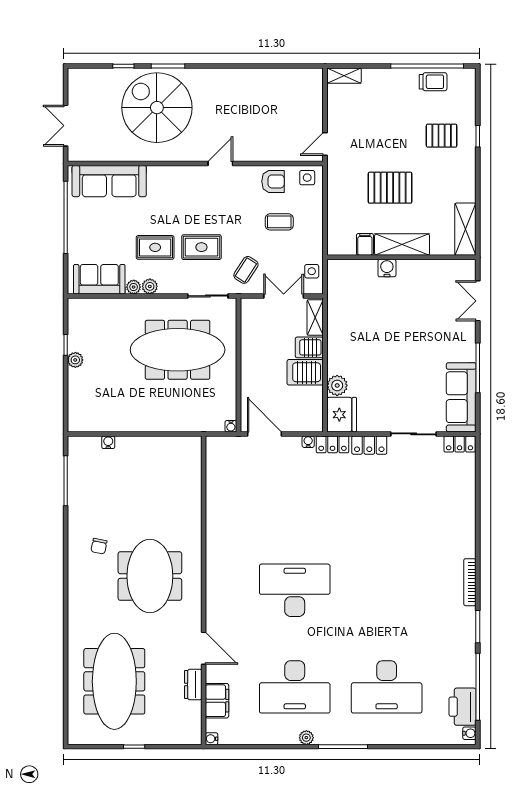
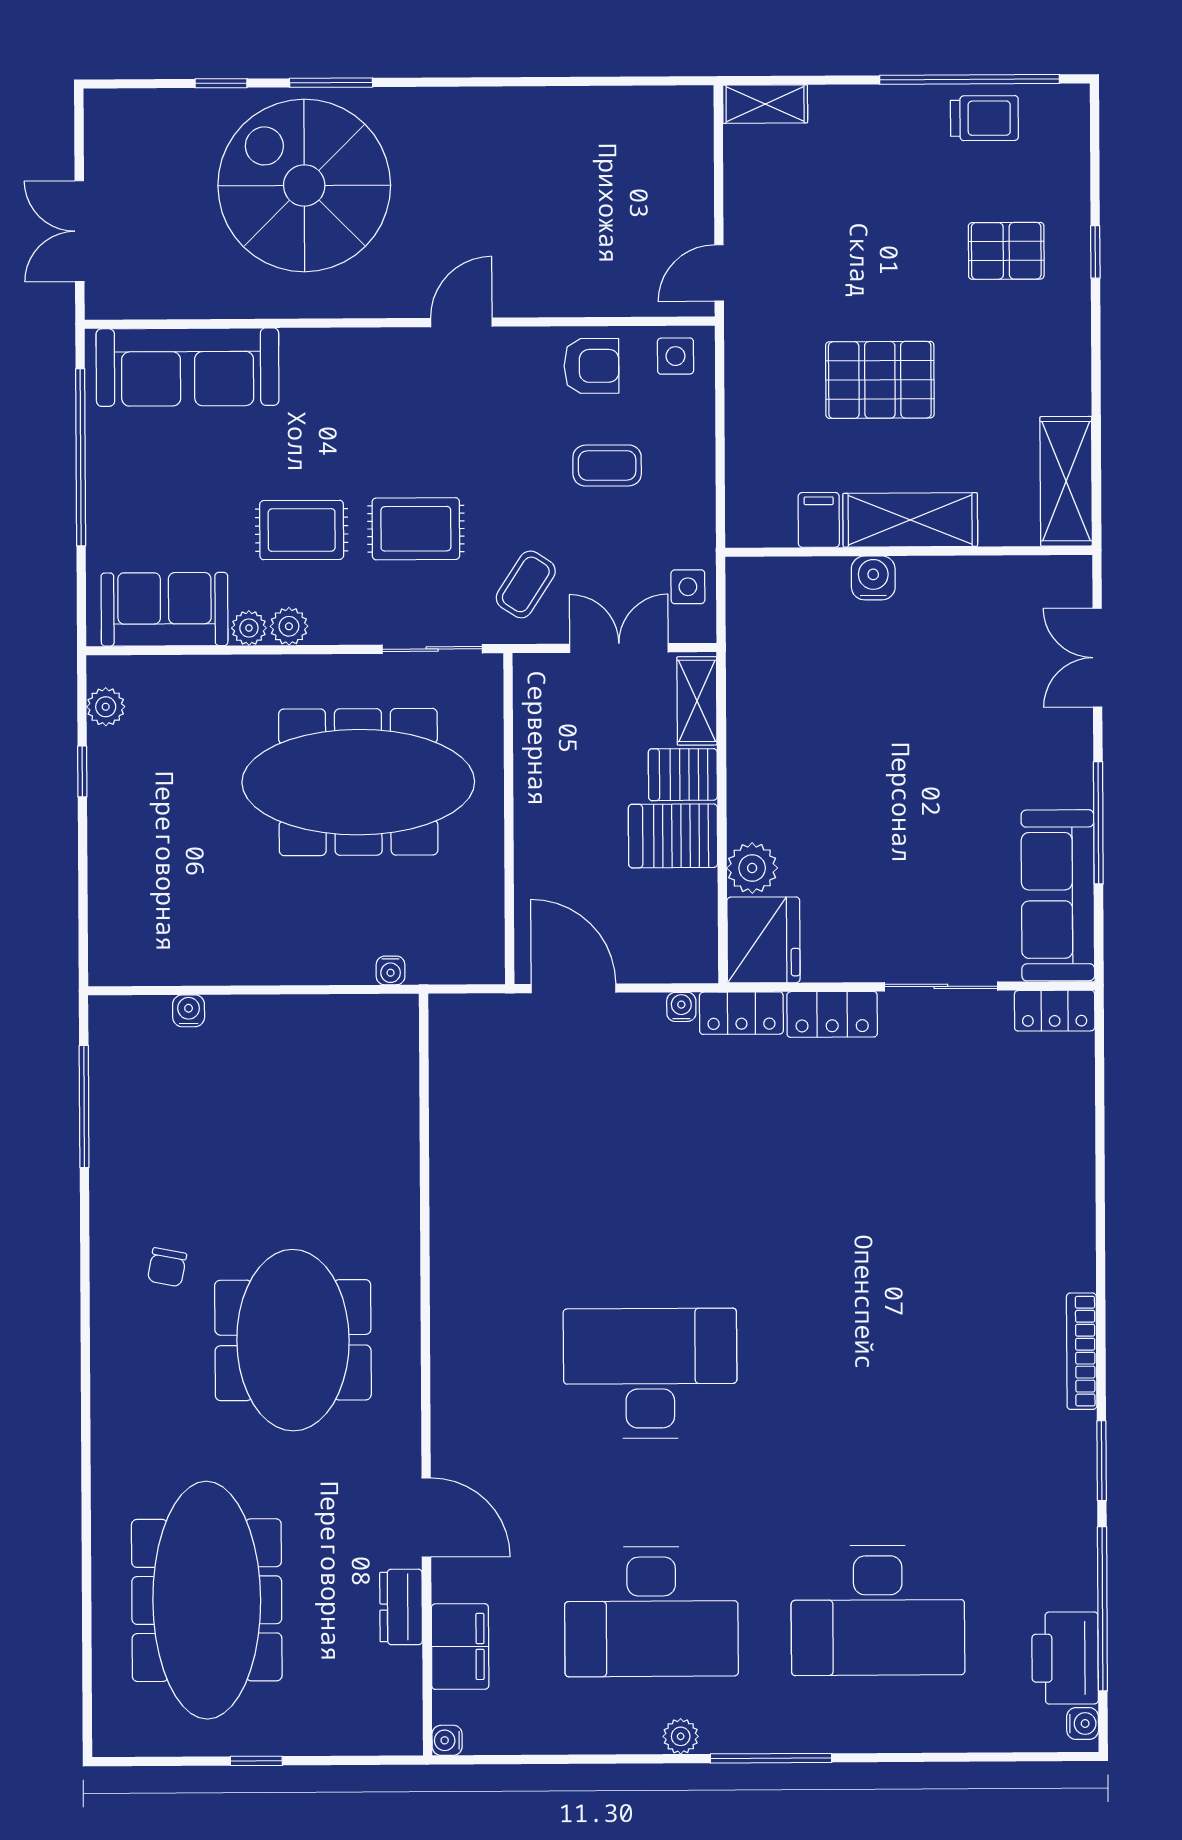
plant: (75, 360) -> (106, 707), moved
water cooler: (231, 426) -> (391, 970), moved

